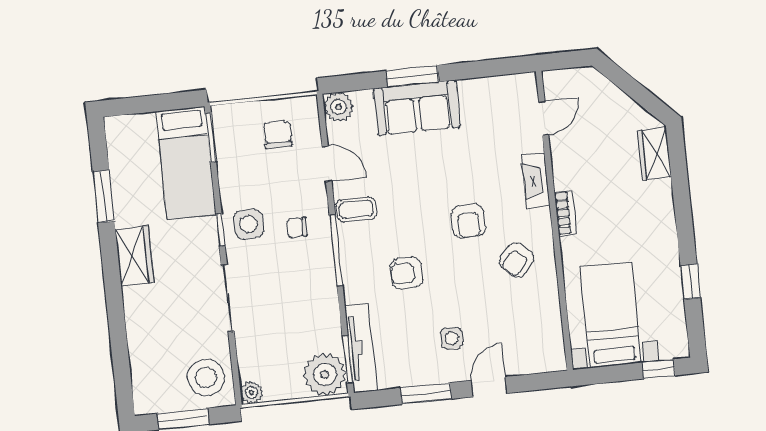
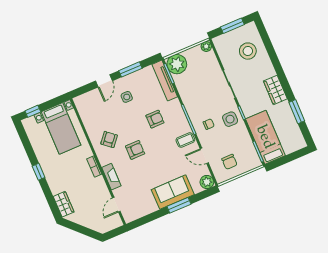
armchair: (468, 221) -> (135, 150), turned 90
window: (690, 282) -> (39, 172), moved
stool: (206, 377) -> (248, 51), moved

